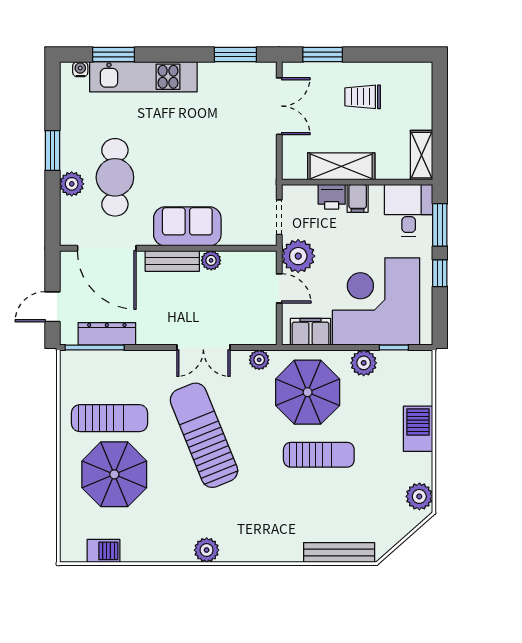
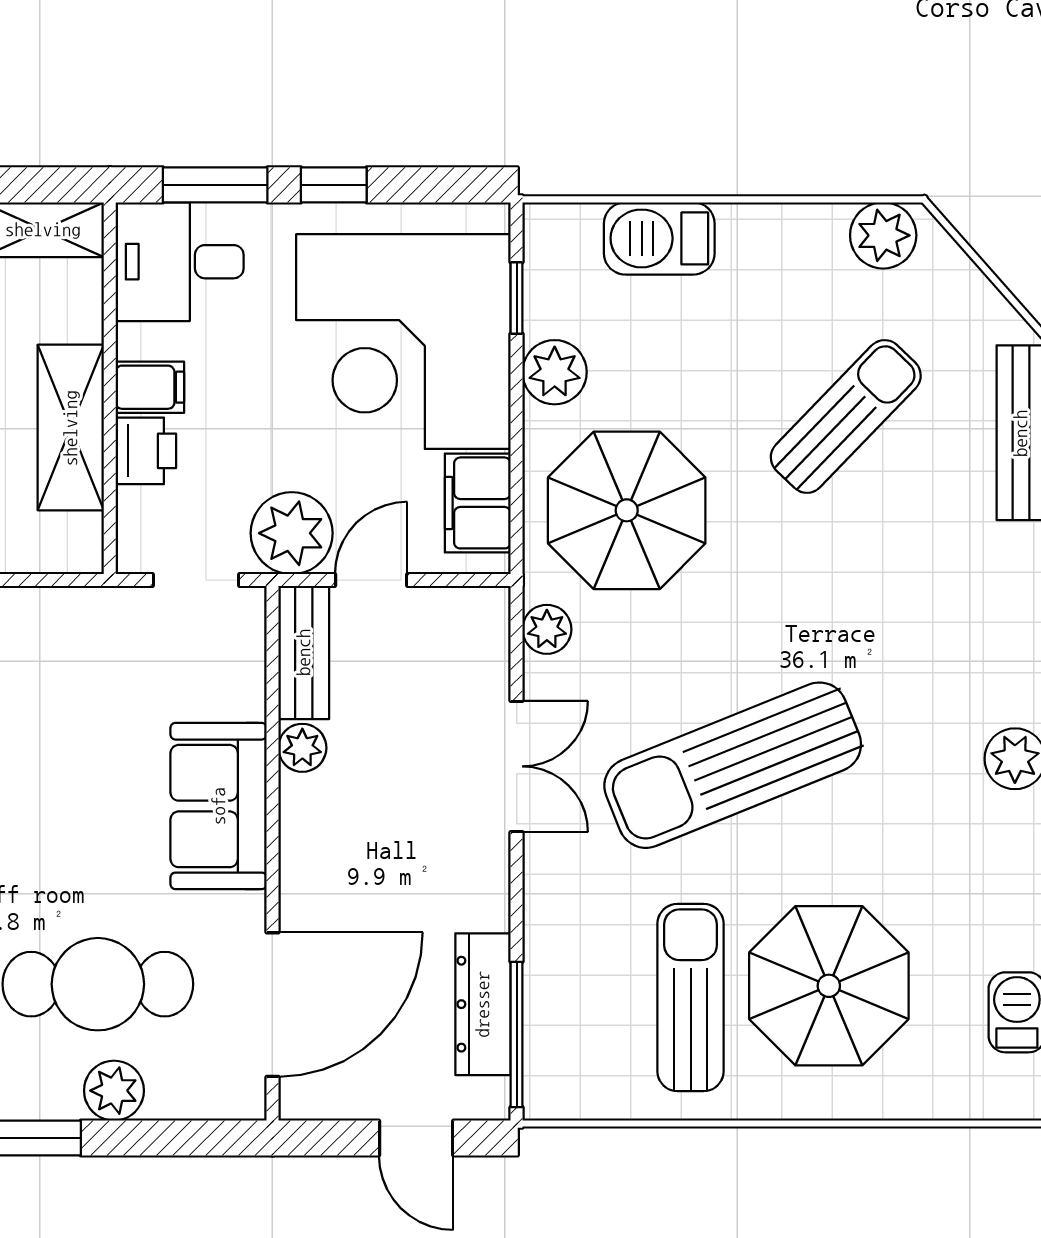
bench: (172, 261) -> (304, 652), moved
barbecue: (418, 429) -> (659, 238), moved
sun lounger: (319, 455) -> (846, 416), moved, turned 44

